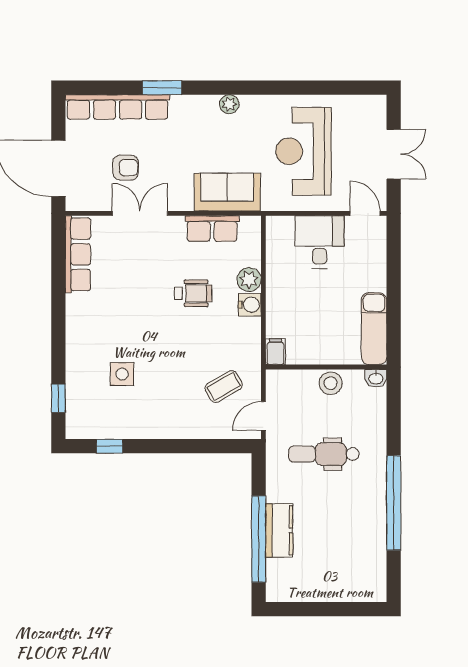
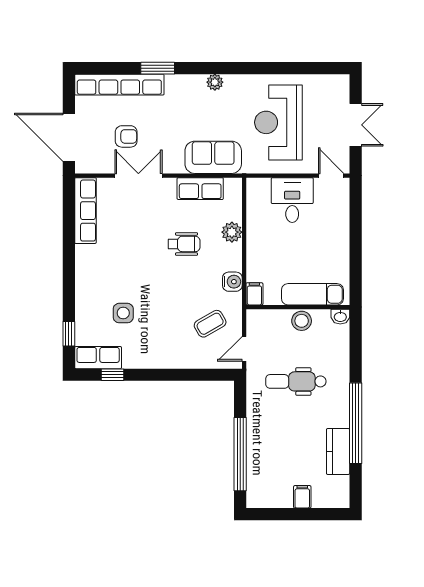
water cooler: (250, 305) -> (232, 282), moved
exam couch: (374, 329) -> (312, 294), moved, turned 90
row of seats: (93, 426) -> (98, 358), added
kitchen counter: (279, 530) -> (338, 451), moved, turned 180
filing cabinet: (331, 589) -> (302, 497), added

